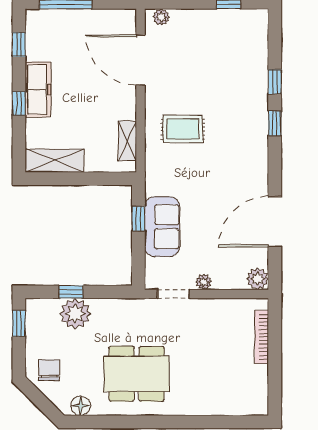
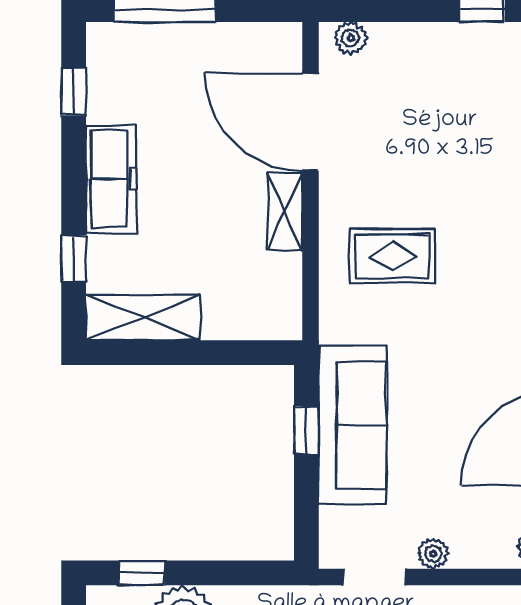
window: (19, 103) -> (74, 259), moved
shelving: (127, 141) -> (285, 211), moved
sofa: (162, 227) -> (352, 425), width x1.36
window: (71, 292) -> (141, 573), moved

